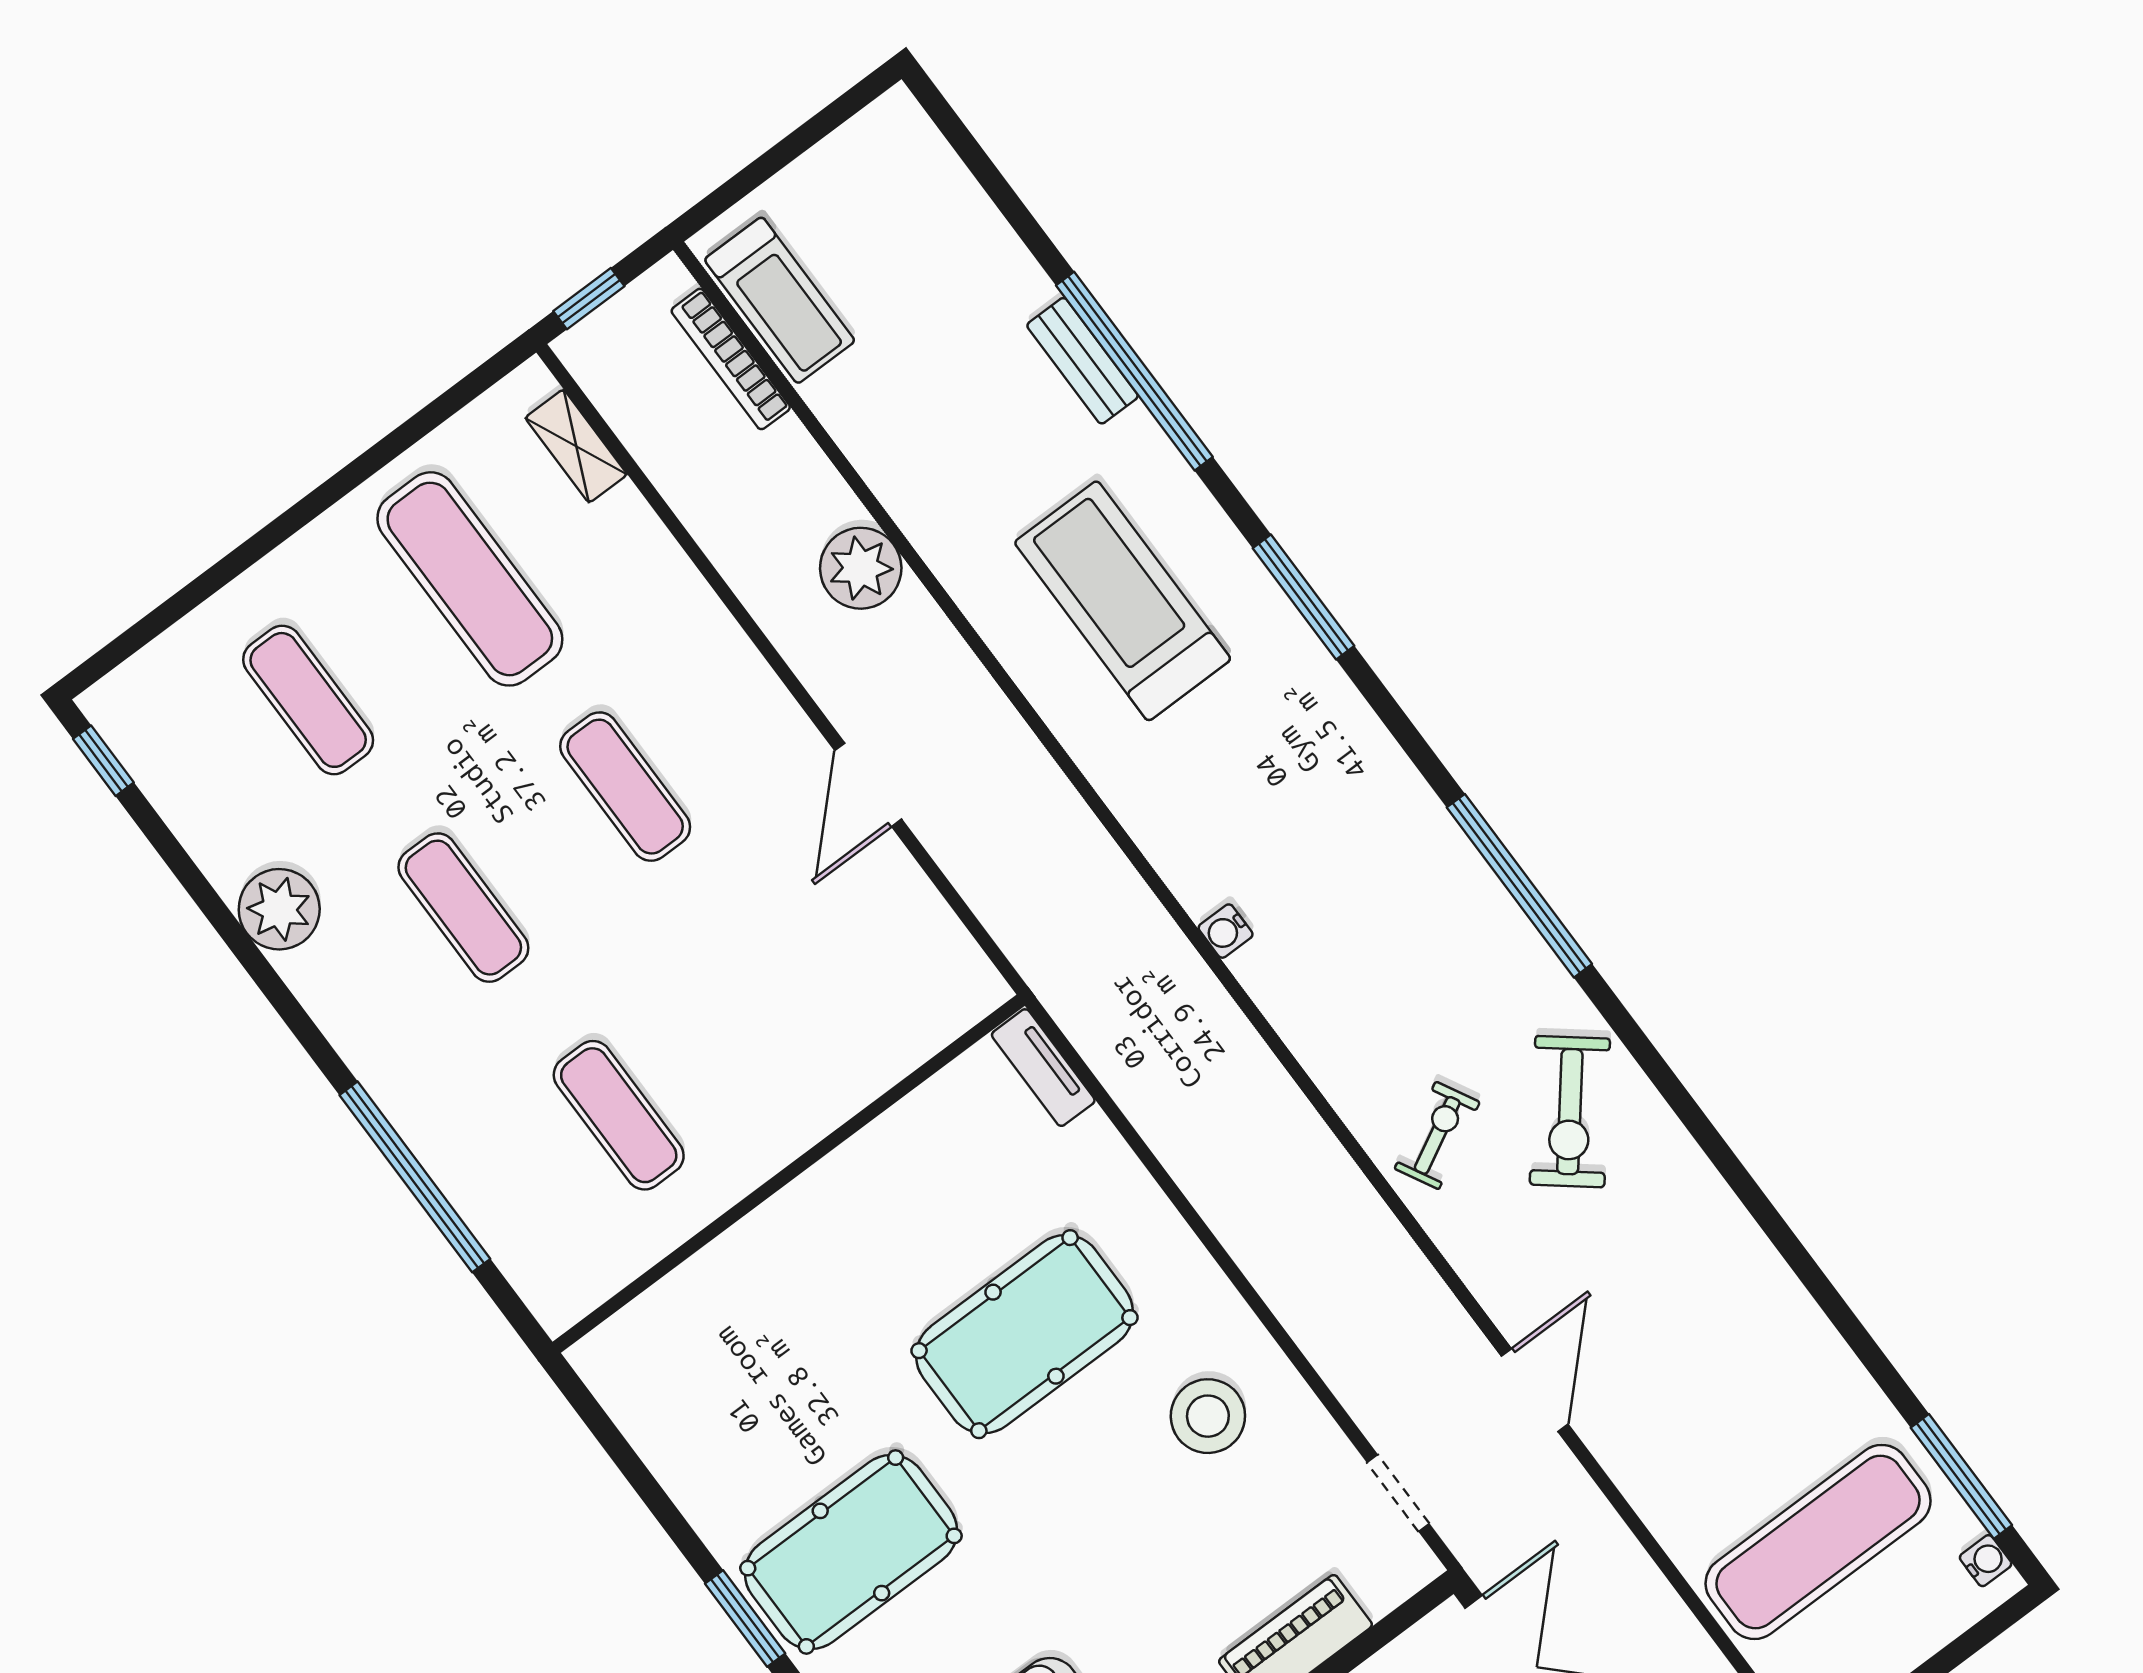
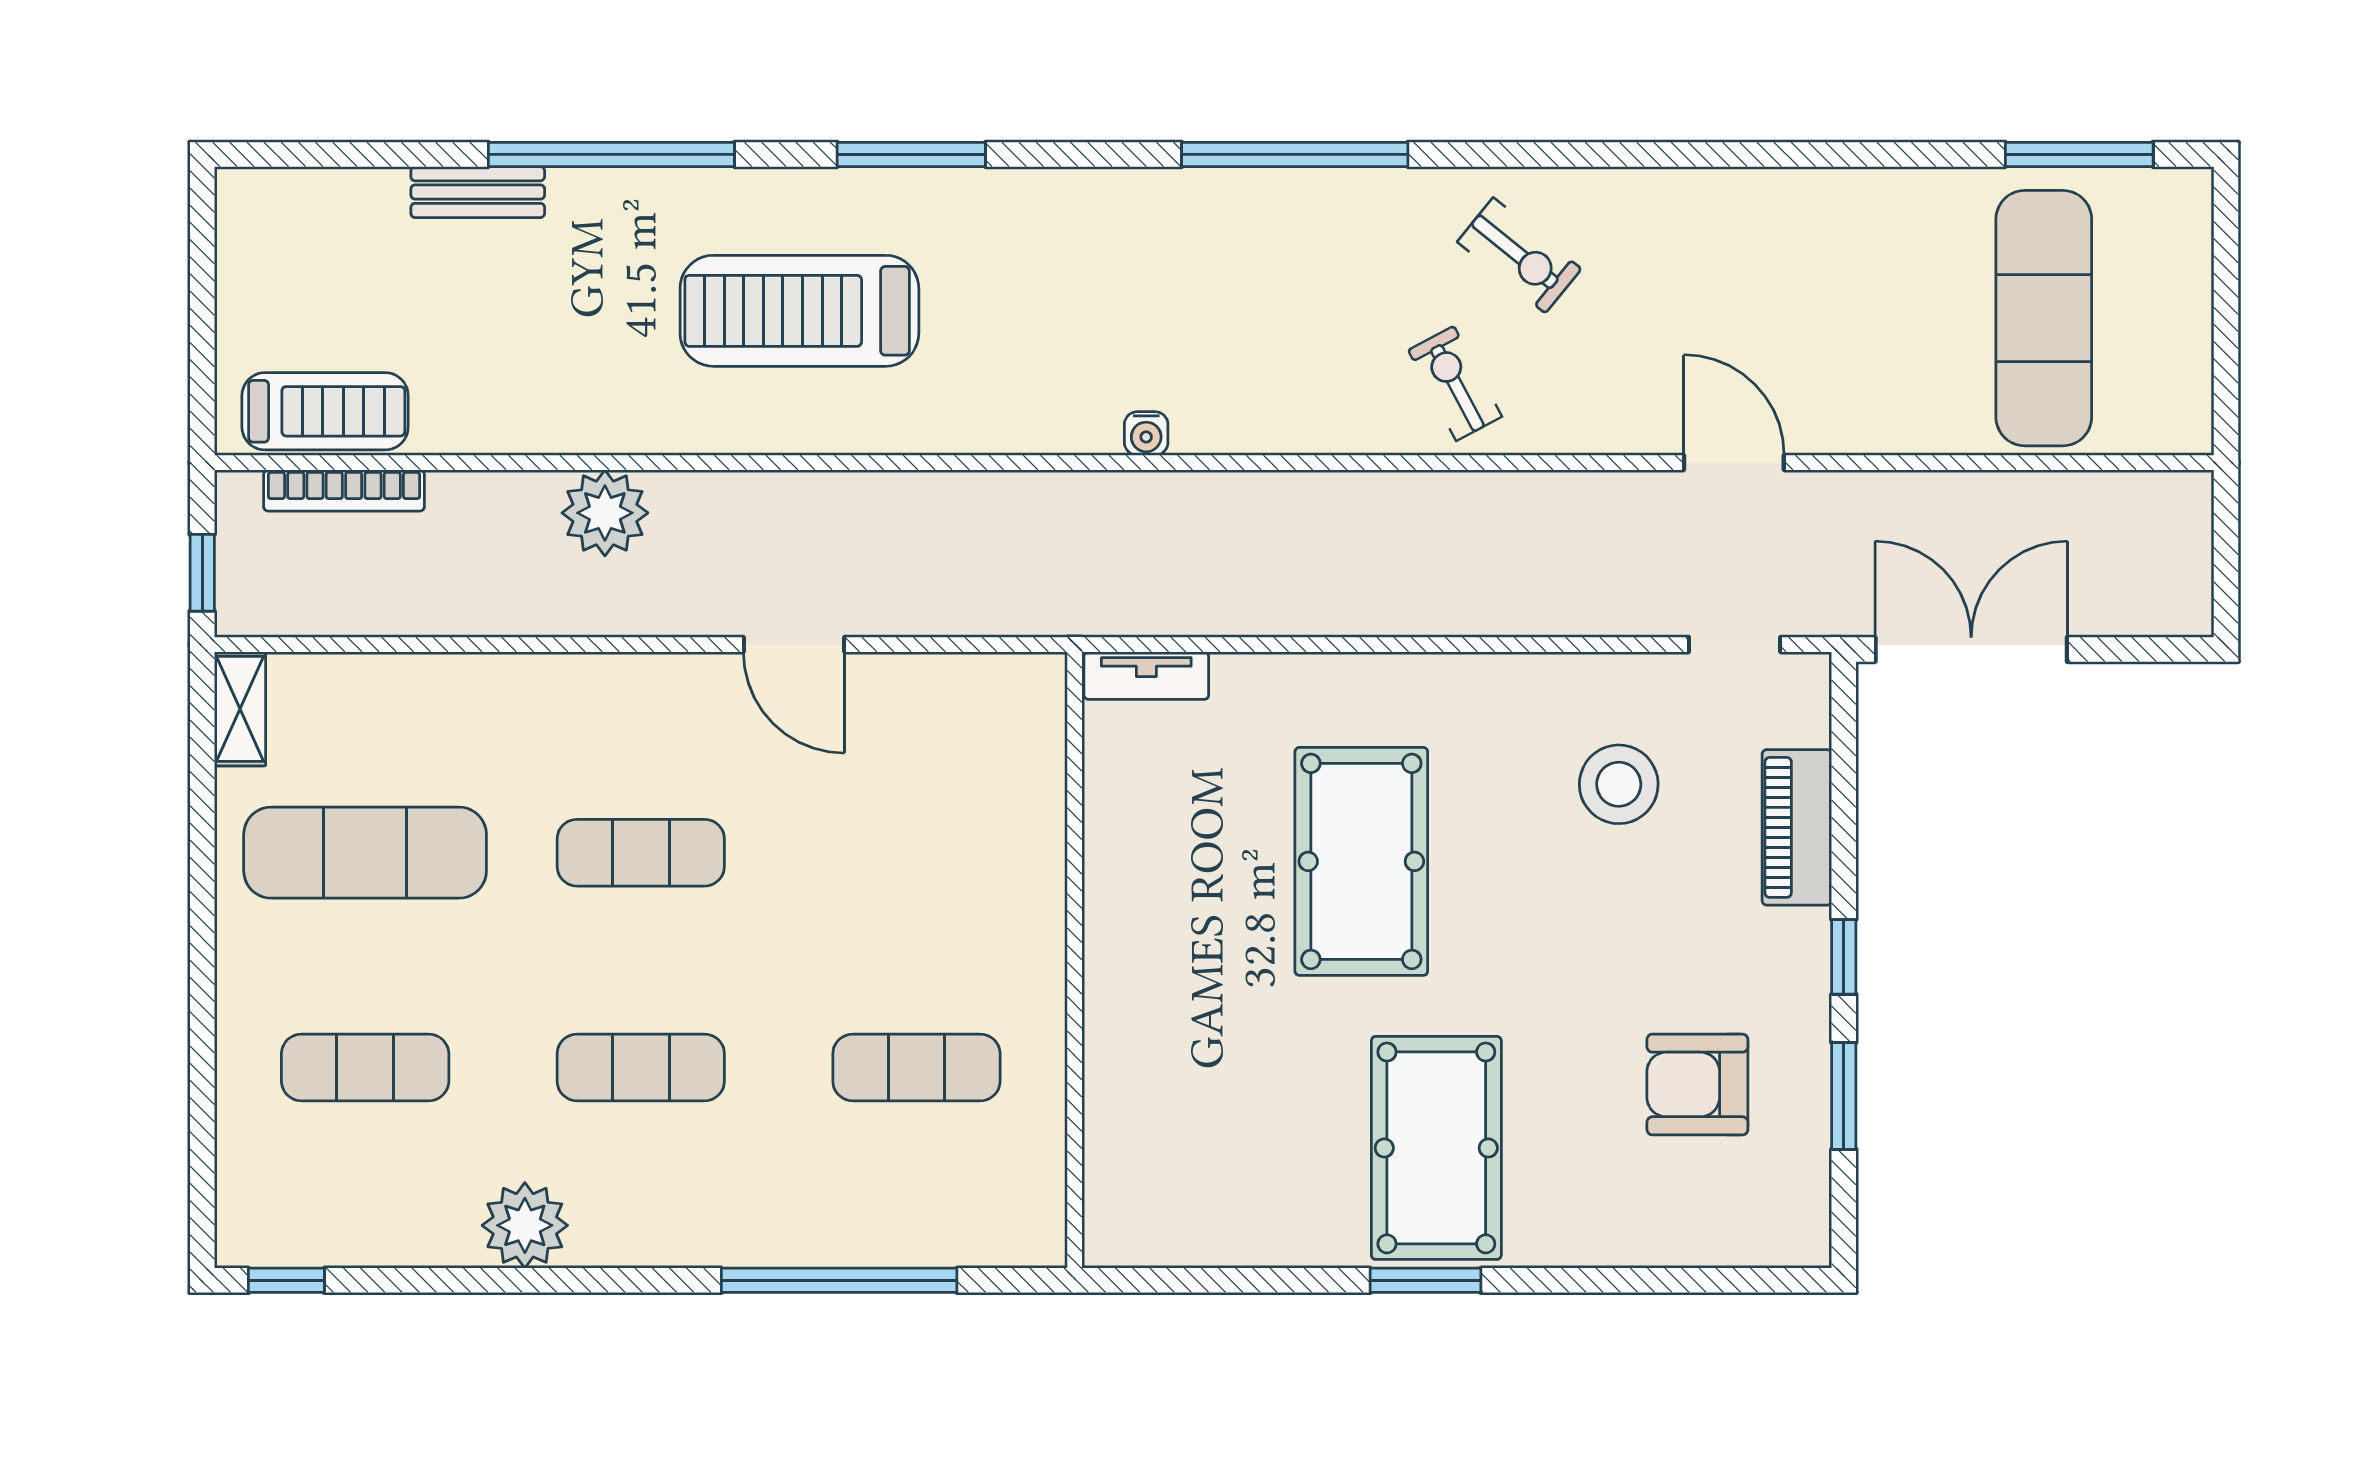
bench: (1082, 361) -> (478, 192), moved
shelving: (576, 446) -> (240, 709), moved, turned 90
exercise bike: (1570, 1112) -> (1519, 255), width x0.73, depth x0.72
stool: (1208, 1416) -> (1619, 784), moved
water cooler: (1986, 1561) -> (2166, 187), removed

